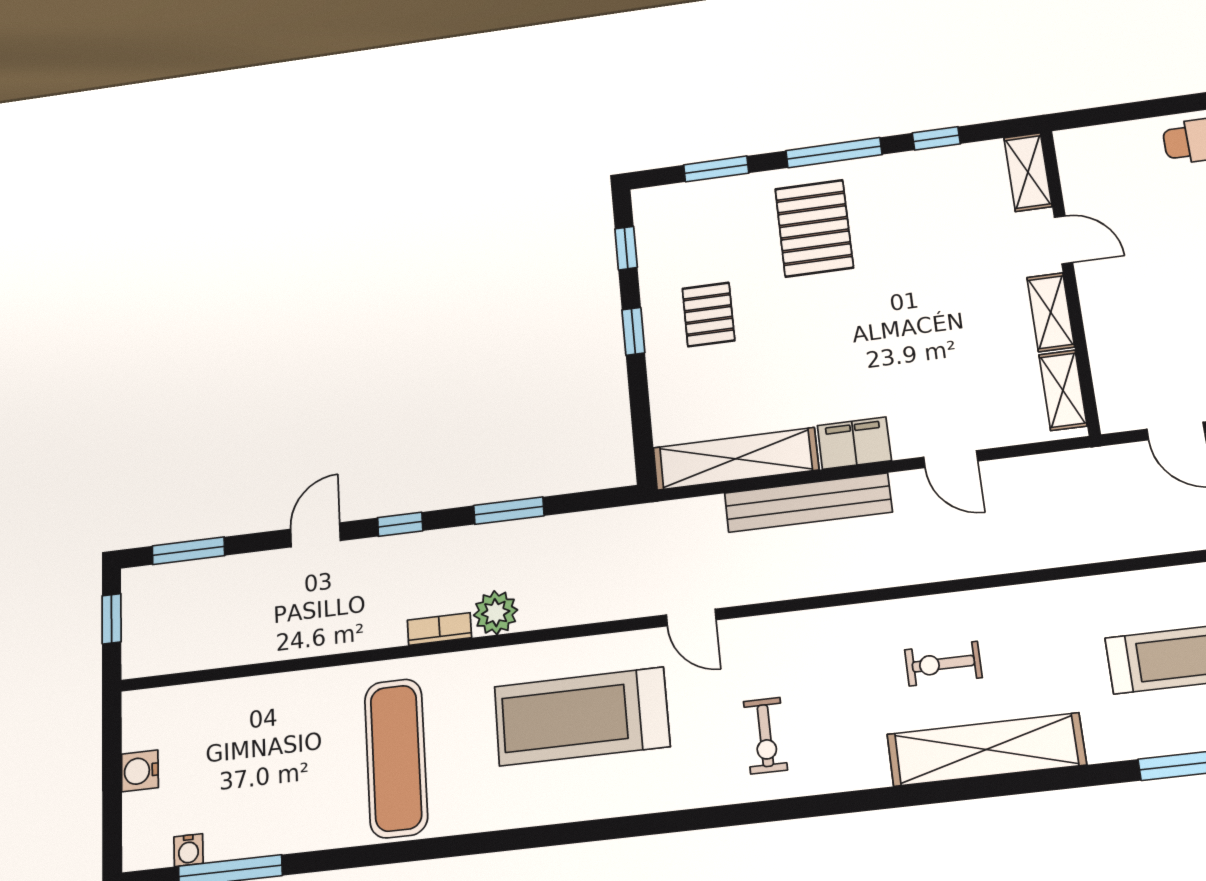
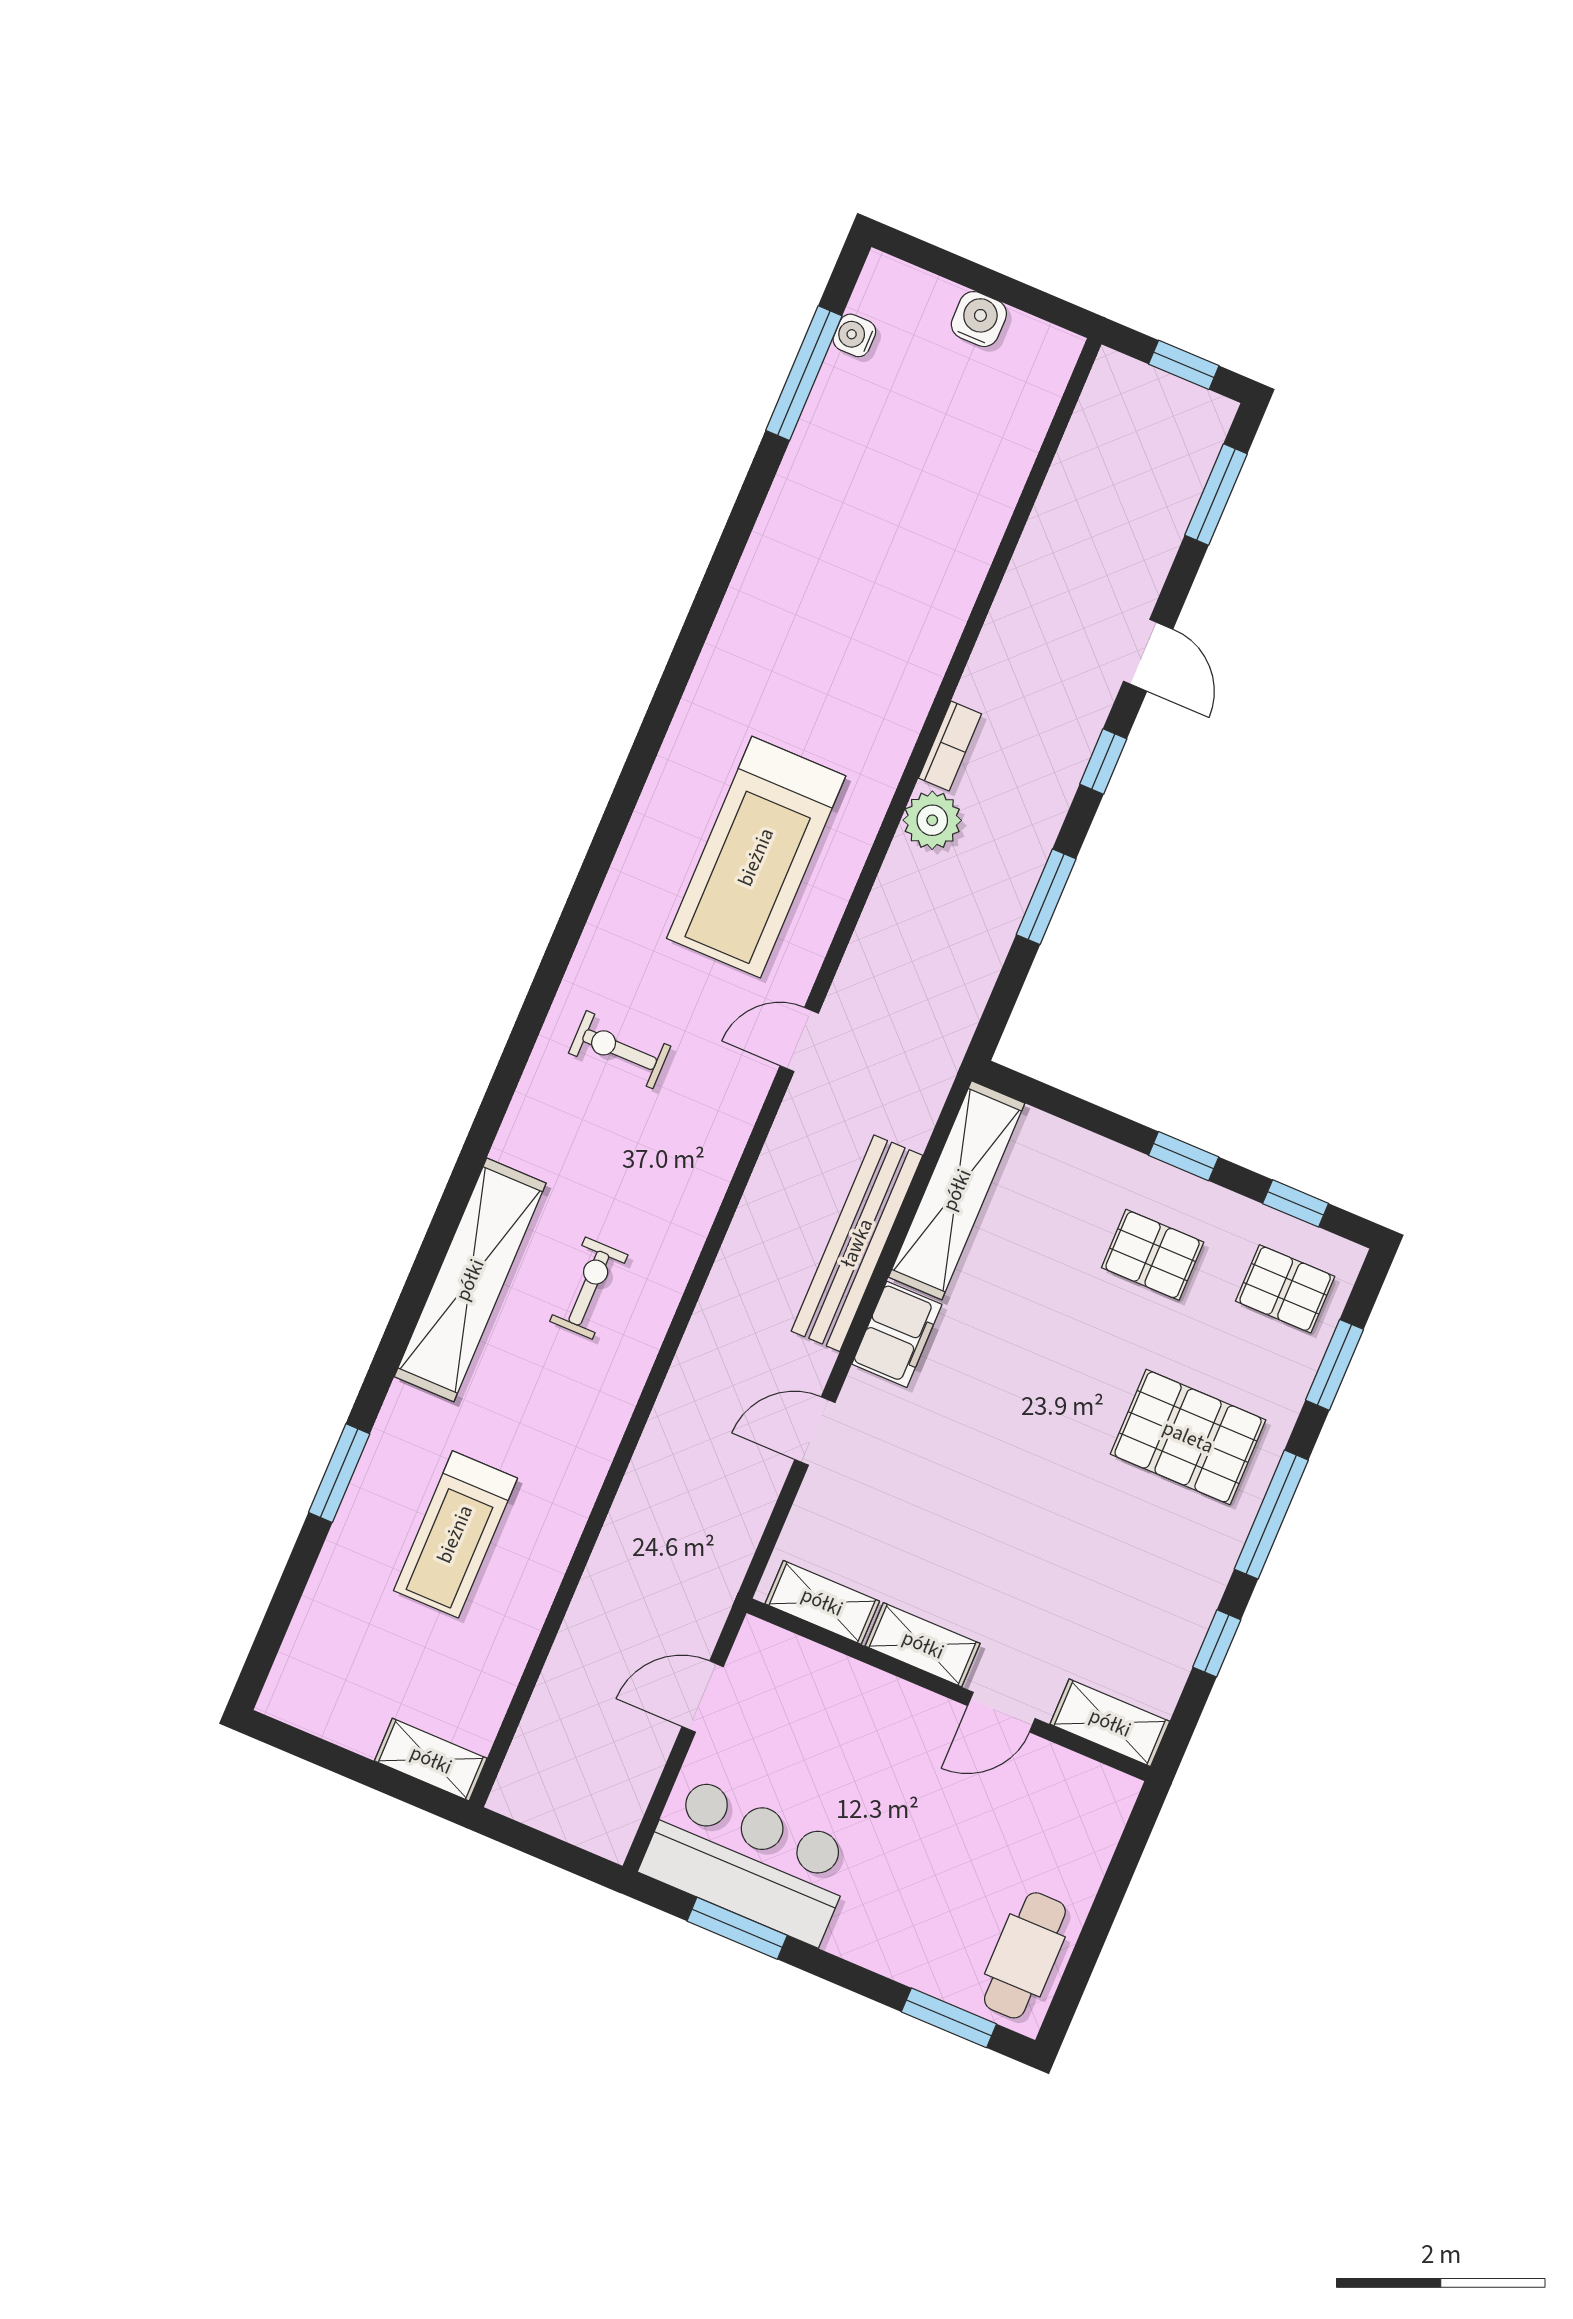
pallet: (684, 224) -> (1285, 1289), added
treadmill: (582, 716) -> (756, 857), turned 180
exercise mat: (396, 758) -> (827, 623), removed

